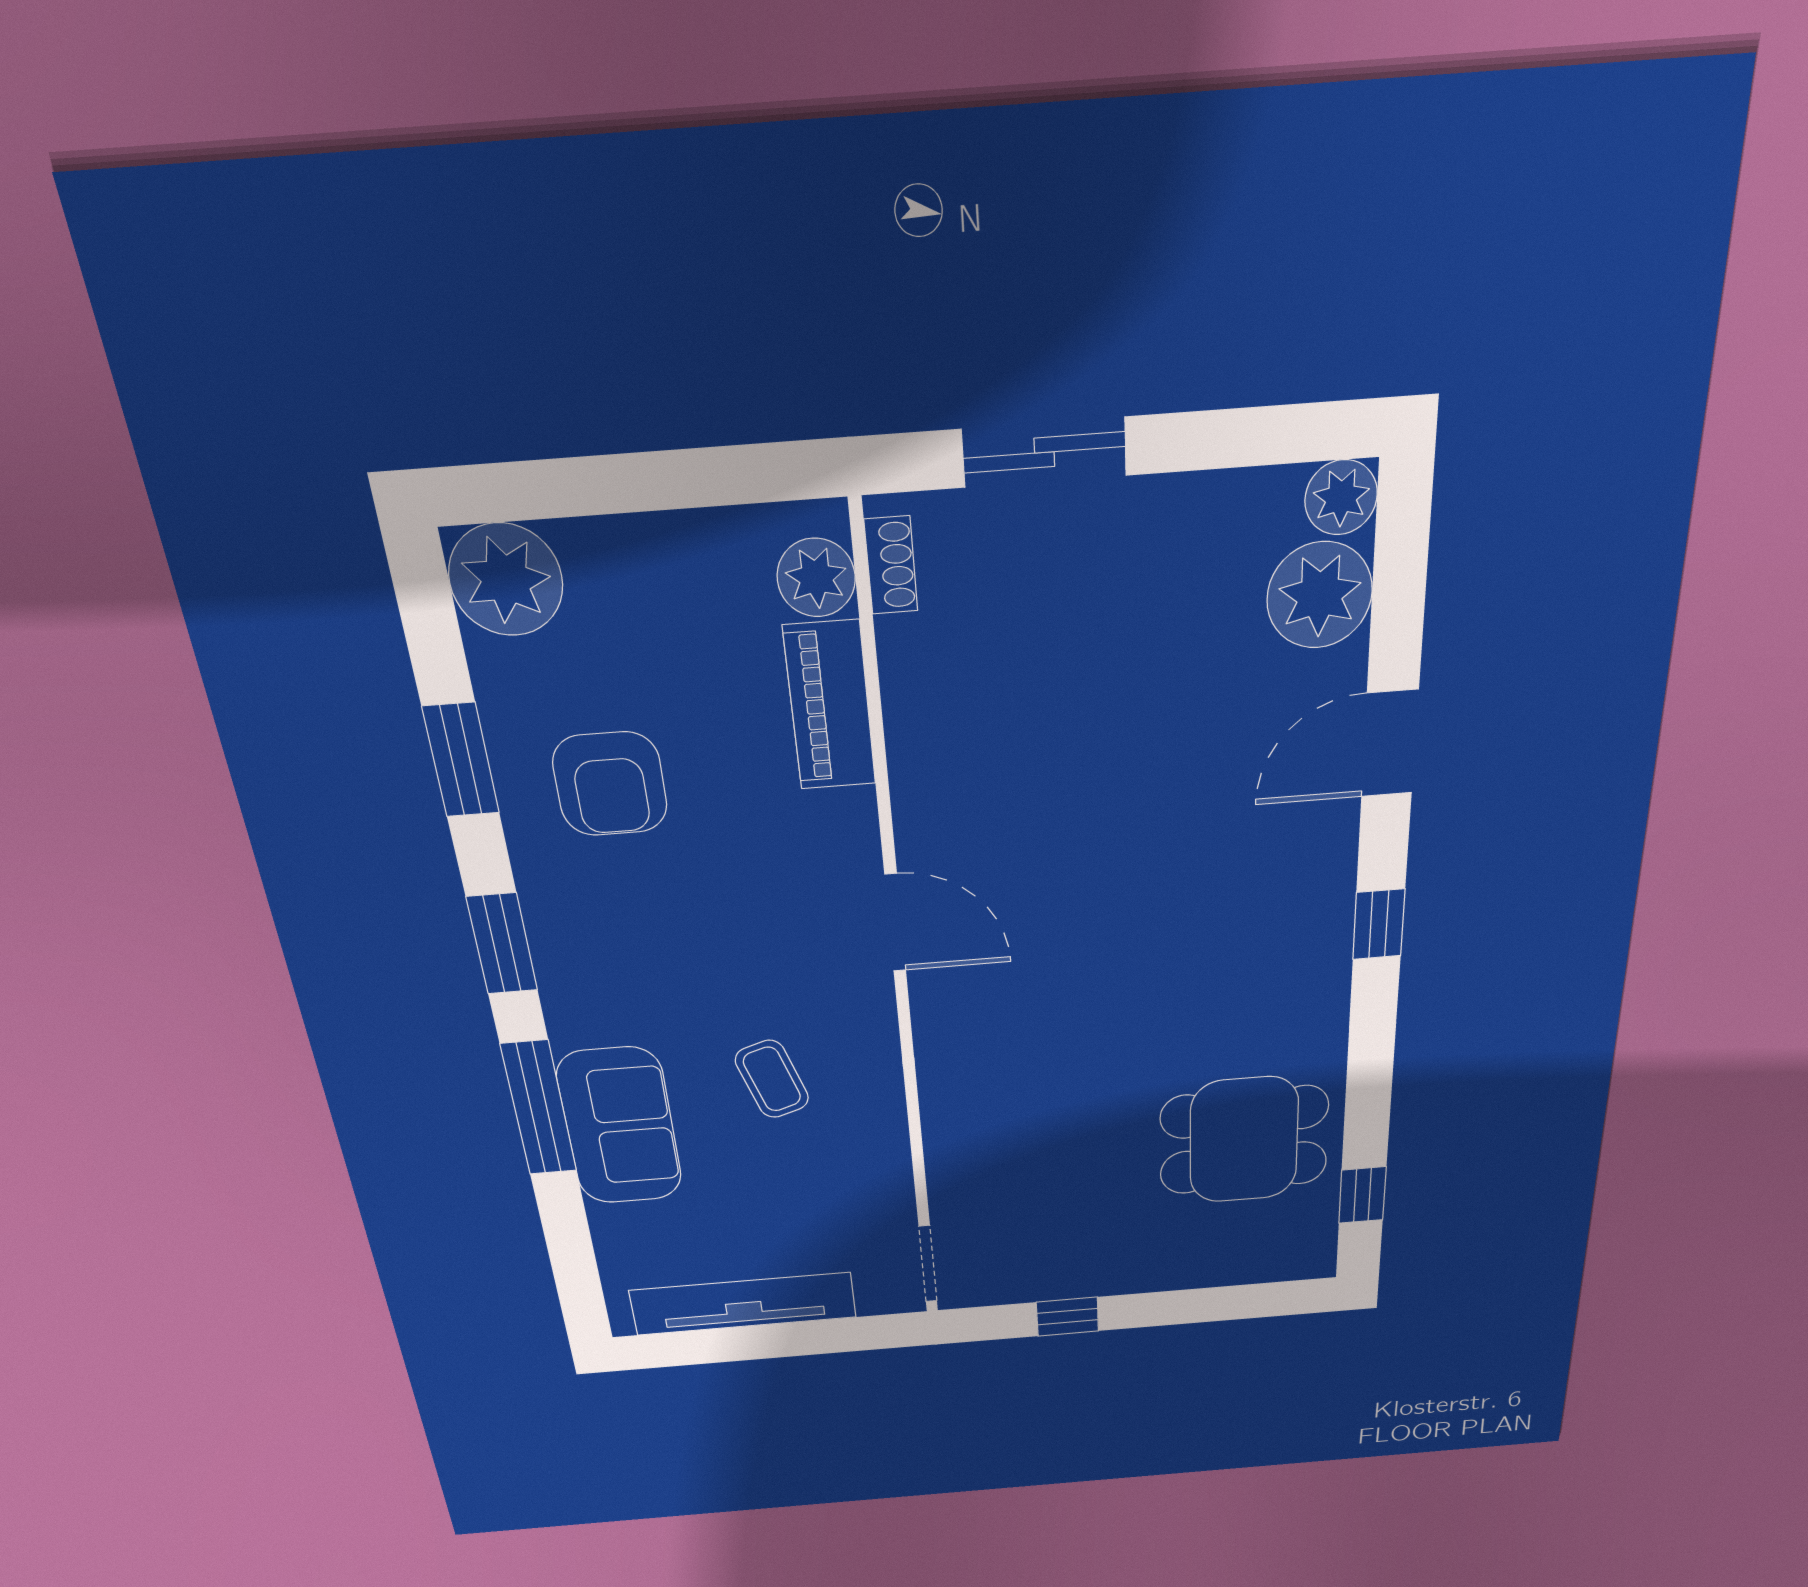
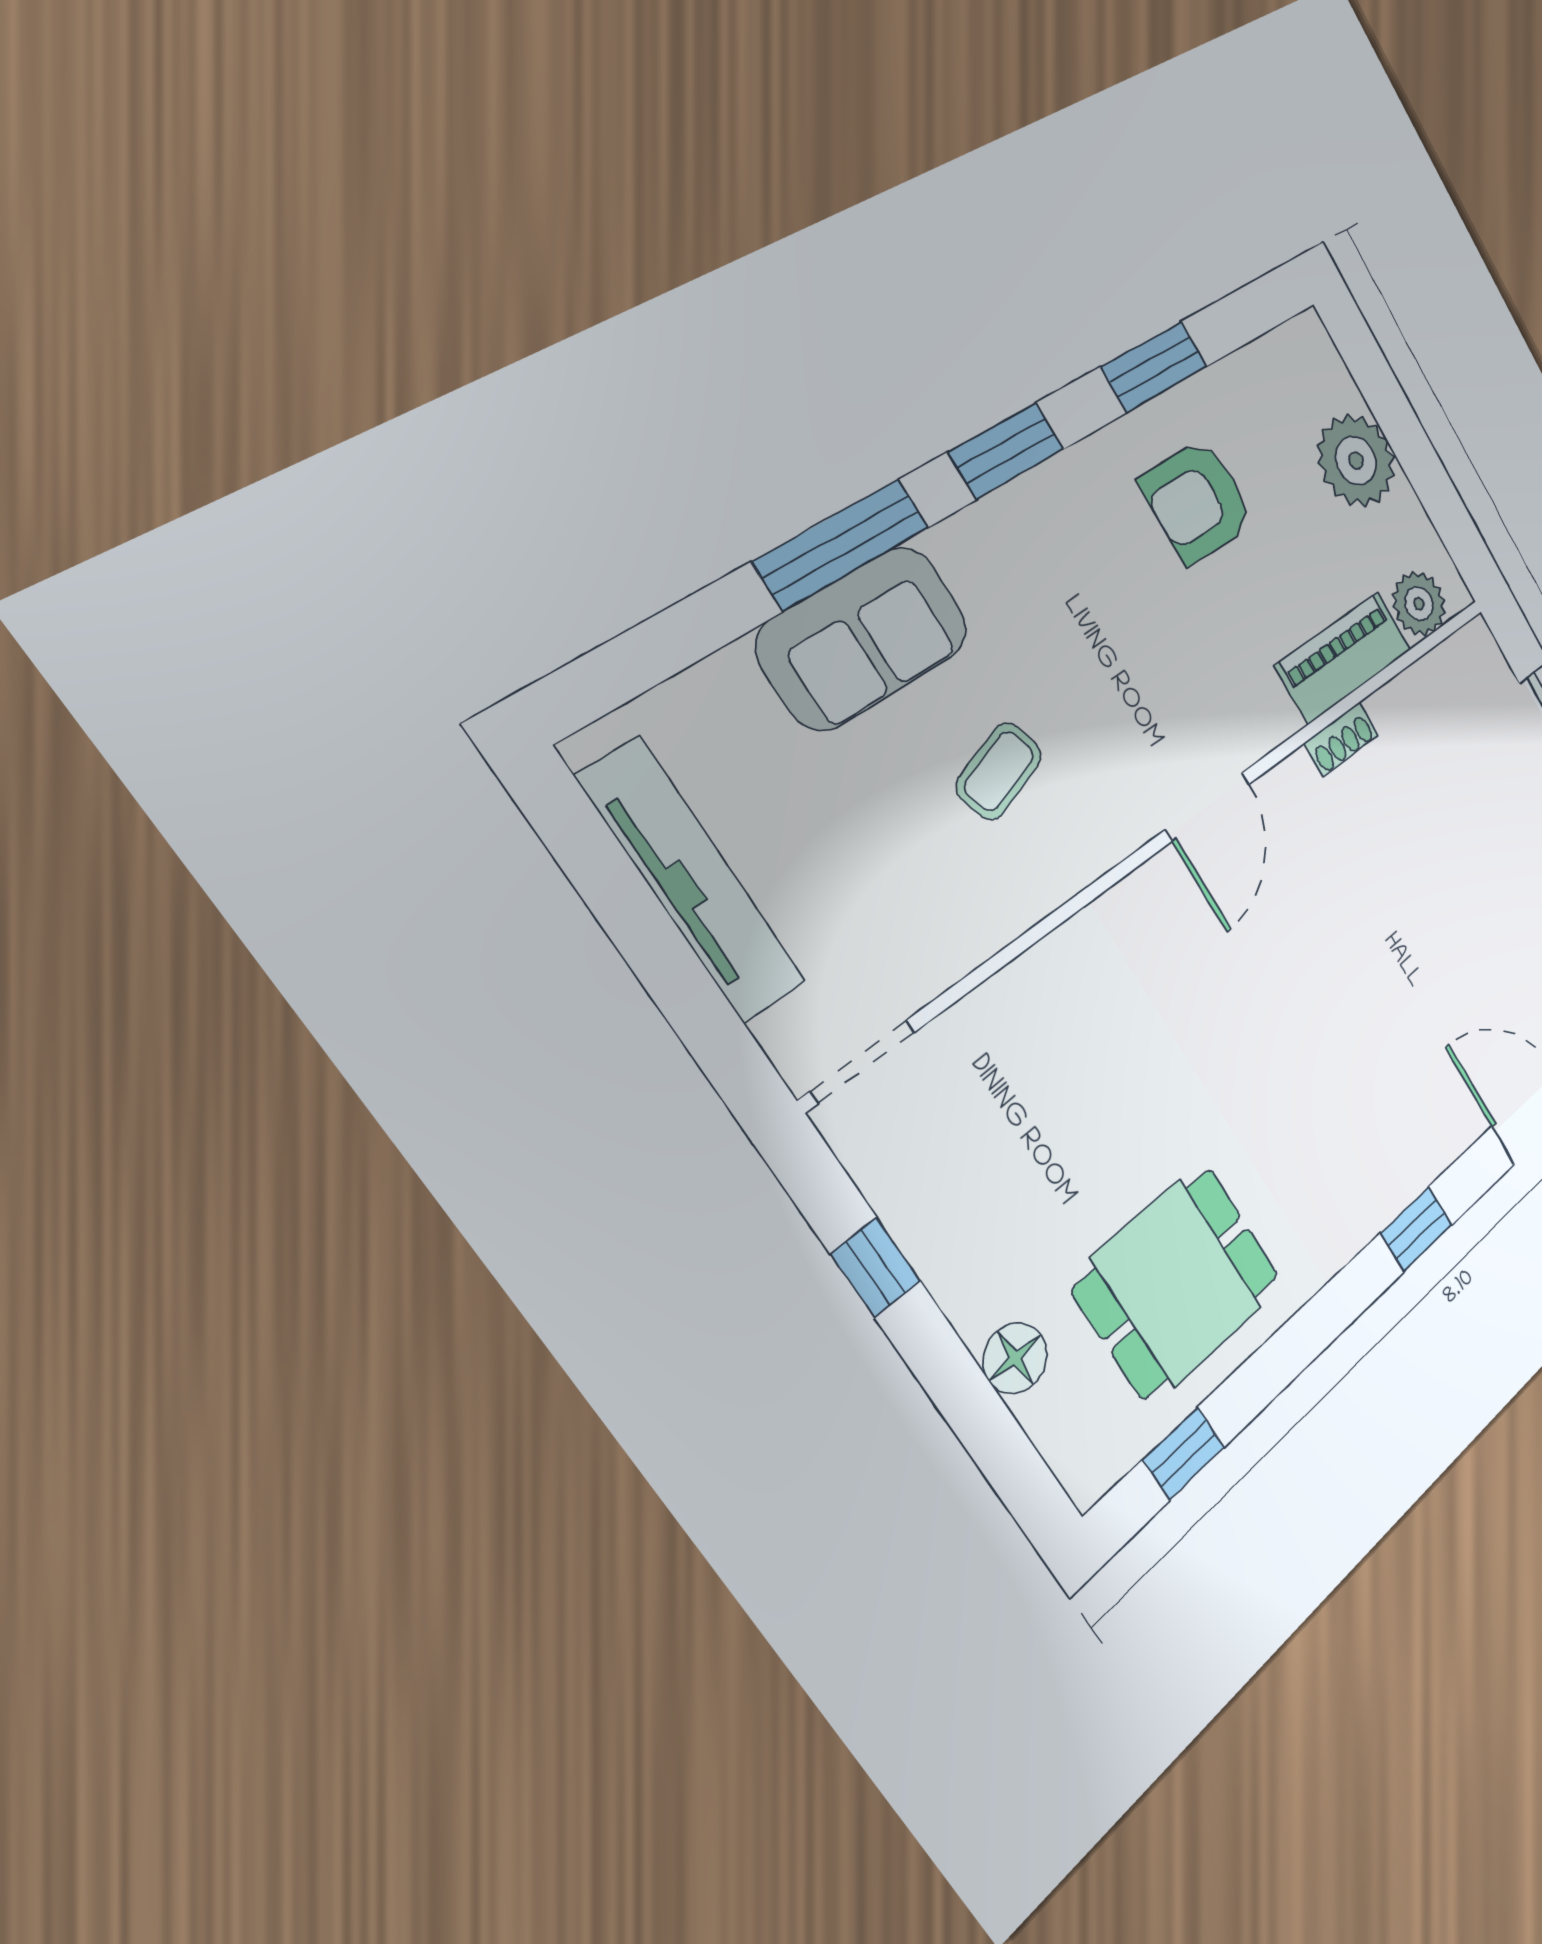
shoe rack: (891, 565) -> (1341, 739), moved
plant: (506, 580) -> (1356, 460), moved
dining table: (1244, 1140) -> (1177, 1283), turned 90
floor lamp: (1197, 1267) -> (1015, 1358), added

